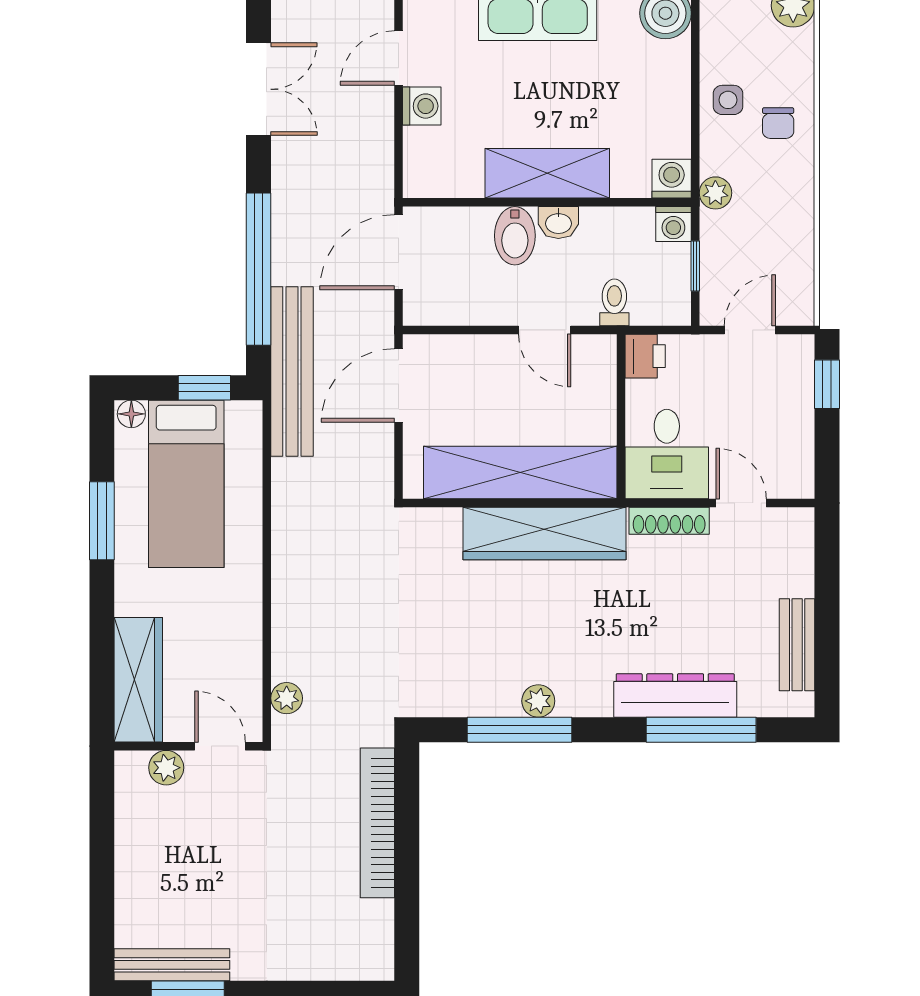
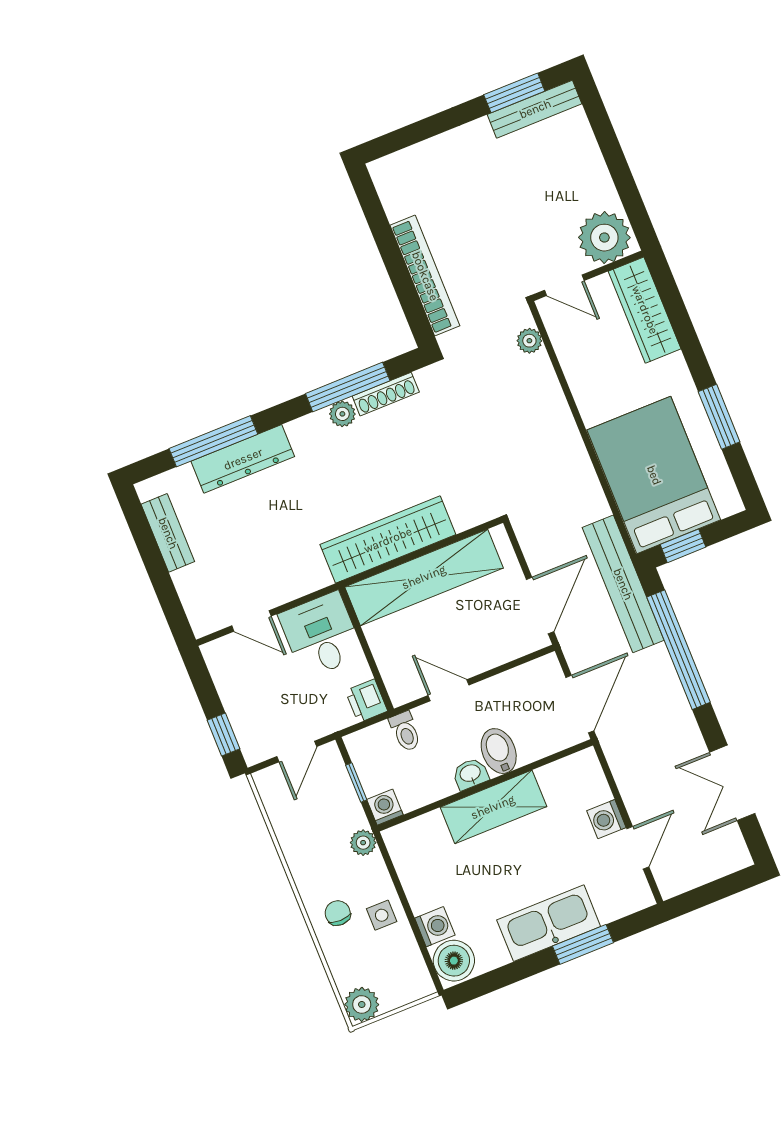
washing machine: (672, 179) -> (435, 927), moved, turned -90
floor lamp: (131, 414) -> (729, 505), removed
bed: (186, 484) -> (654, 475), width x1.50
shoe rack: (669, 521) -> (386, 394), moved, turned 180
plant: (166, 768) -> (604, 238), width x1.87, depth x1.87

